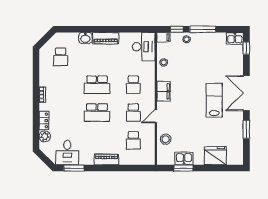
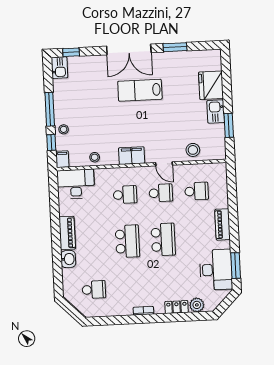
desk: (67, 153) -> (216, 270), width x1.37
kitchen sink: (184, 158) -> (216, 112), moved

